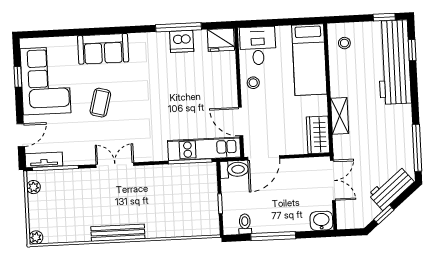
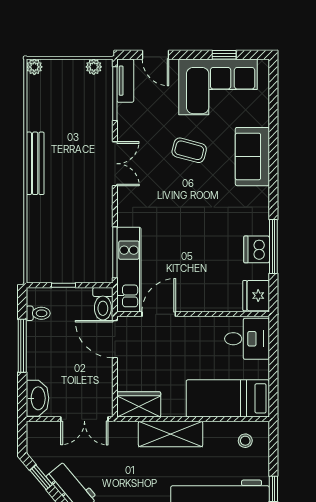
stool: (253, 83) -> (204, 331), removed
shelving: (340, 116) -> (171, 434), width x1.50, depth x1.33
washbasin: (321, 221) -> (37, 398), width x1.38

